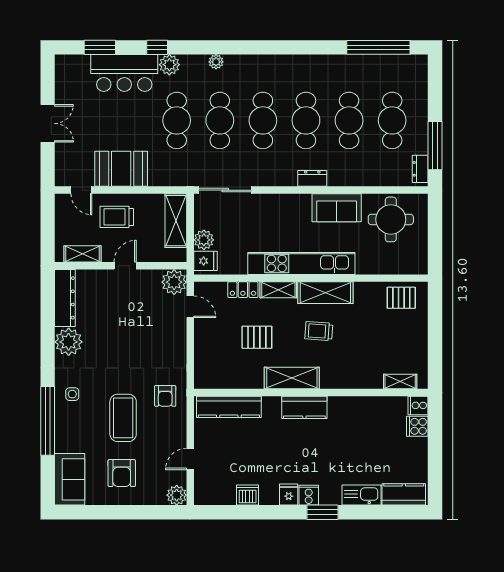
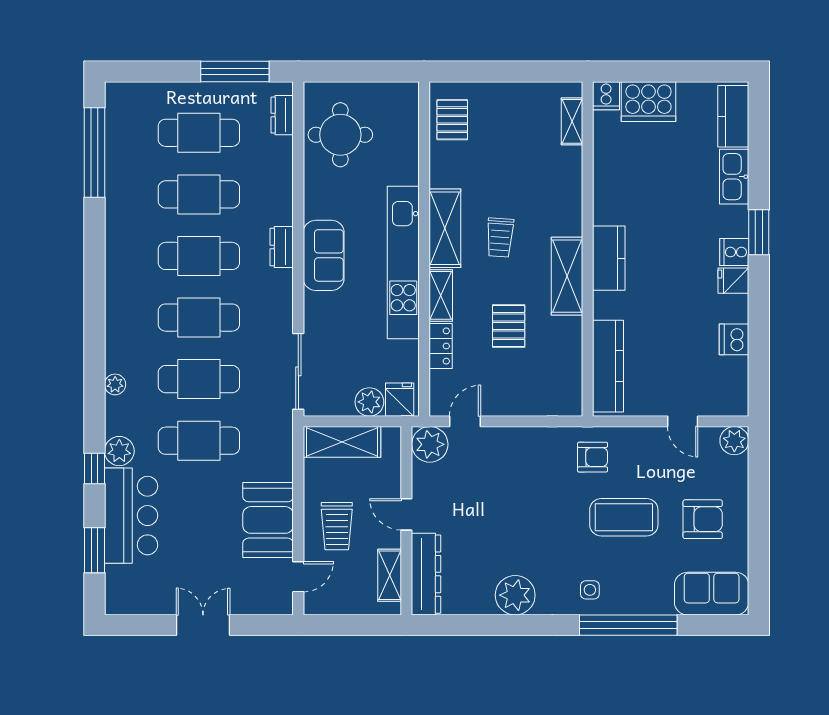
dresser: (420, 169) -> (282, 115), moved, turned 90
sofa: (337, 208) -> (324, 255), moved
dresser: (65, 298) -> (426, 574), moved, turned 90
cooker: (417, 426) -> (648, 102), width x1.87, depth x1.31

